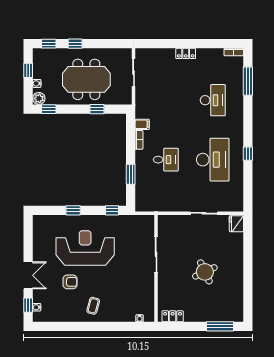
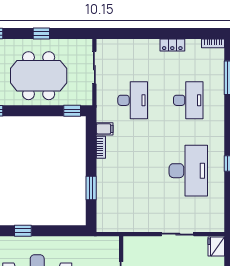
window: (75, 44) -> (41, 33), moved
locker: (186, 53) -> (172, 45), moved
window: (97, 109) -> (72, 111), moved
desk: (166, 160) -> (133, 100), moved, width x1.37
window: (112, 210) -> (69, 231), removed

